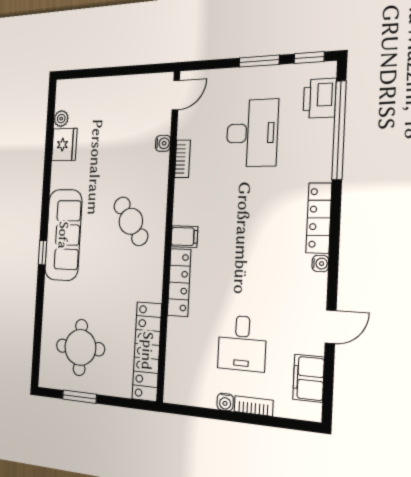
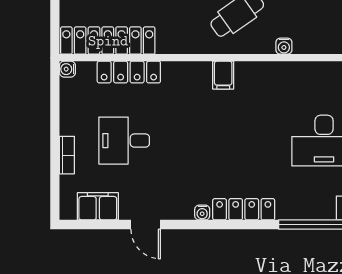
water cooler: (163, 143) -> (284, 46), moved
bookcase: (182, 159) -> (300, 69), removed
locker: (179, 282) -> (129, 72), moved
water cooler: (225, 402) -> (67, 69), moved

